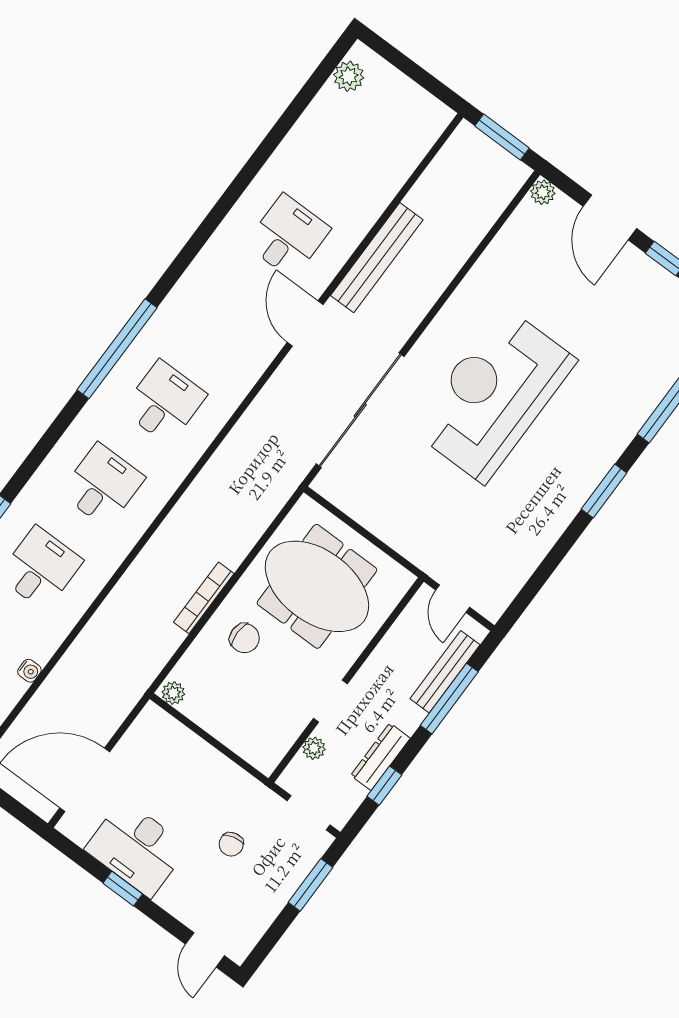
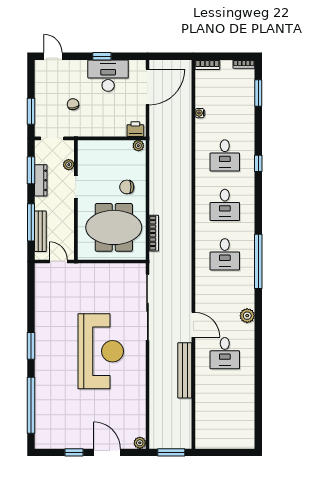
plant: (349, 76) -> (247, 316), moved
bookcase: (204, 598) -> (154, 233), moved
printer: (158, 724) -> (135, 129), added
window: (384, 786) -> (31, 170), width x1.50

